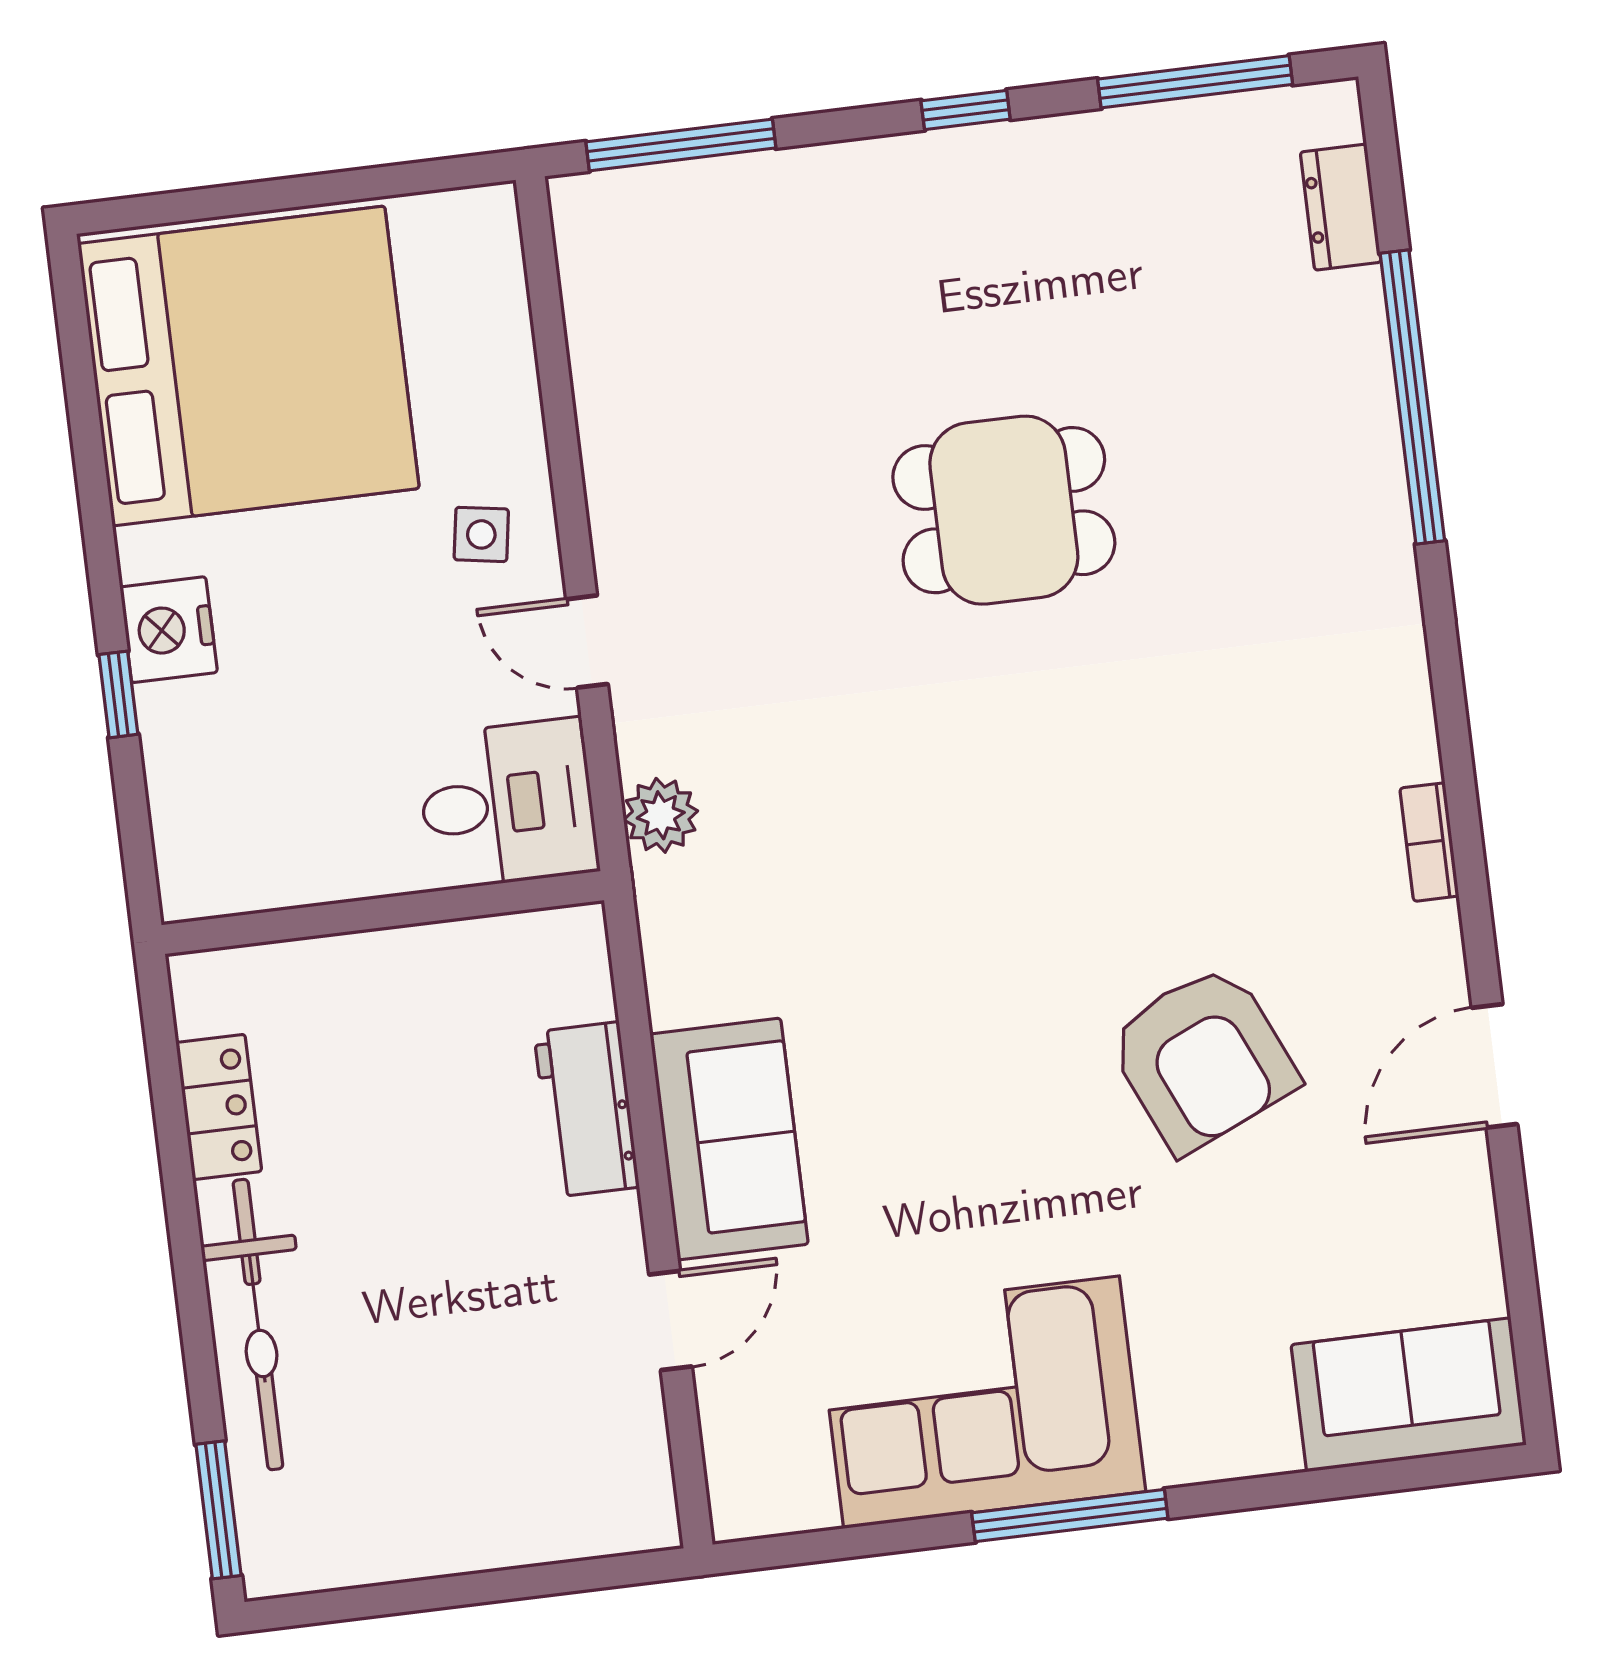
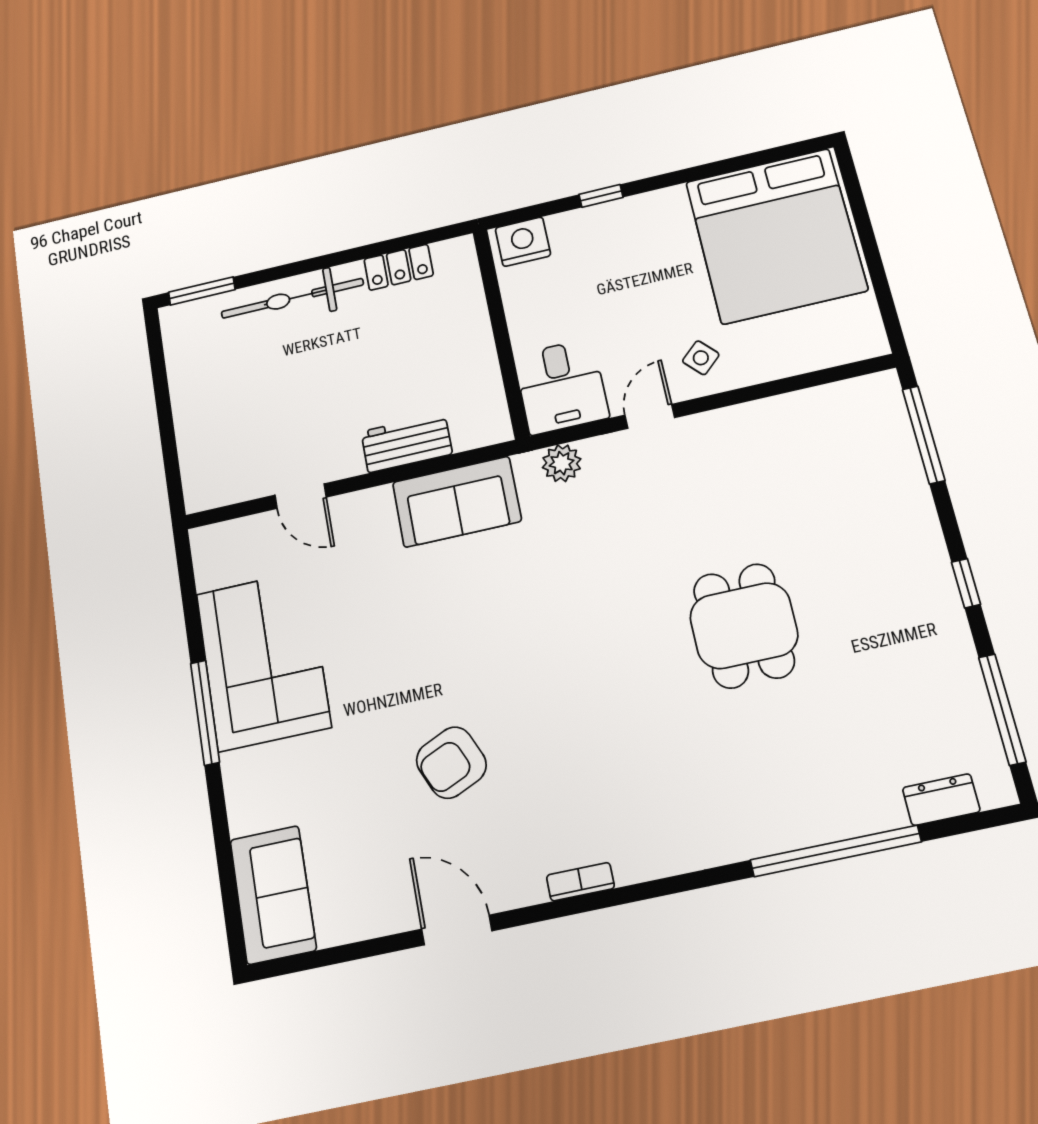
side table: (481, 534) -> (701, 358), turned 38
nightstand: (169, 630) -> (523, 242), moved
armchair: (1202, 1058) -> (451, 763), width x0.73, depth x0.73
sofa: (729, 1139) -> (457, 502), moved

